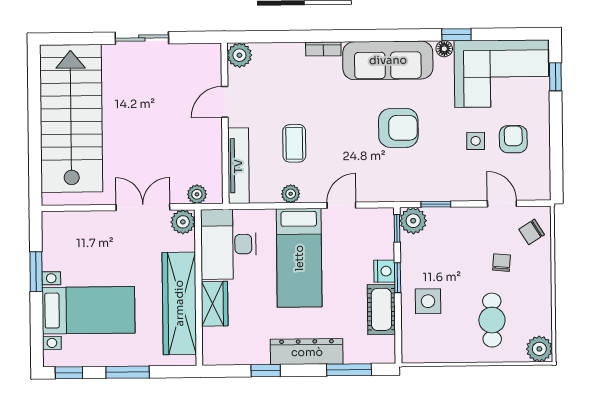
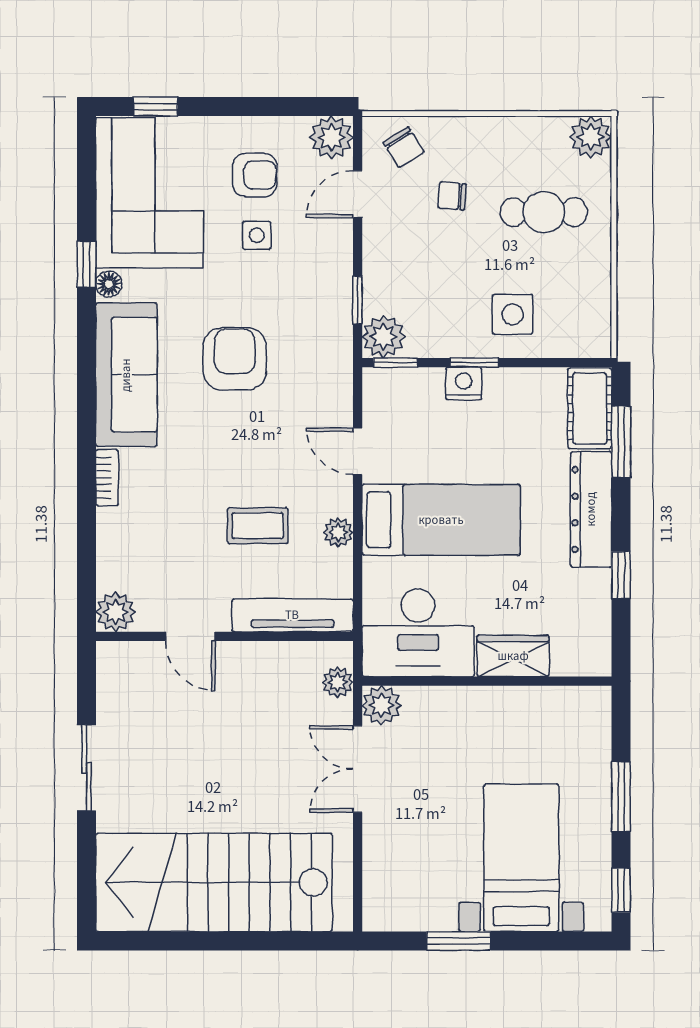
armchair: (513, 139) -> (255, 175), turned 180
plant: (537, 187) -> (332, 137), added
wardrobe: (179, 303) -> (512, 712), removed
cot: (381, 309) -> (590, 408), moved, turned 90

